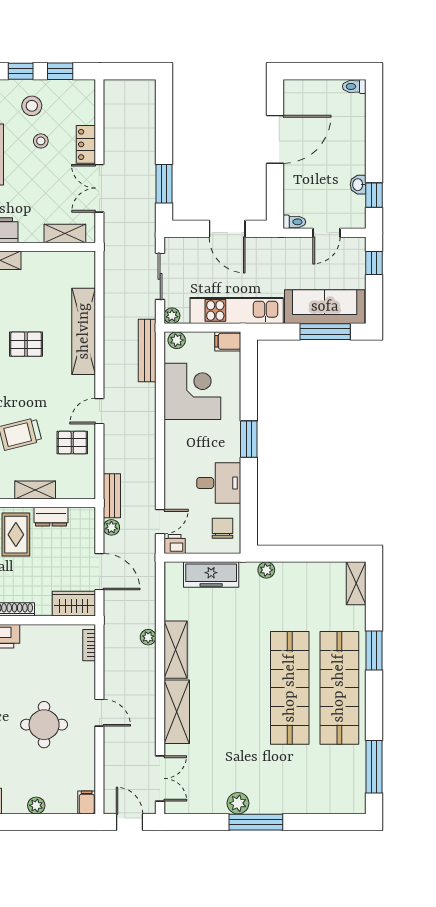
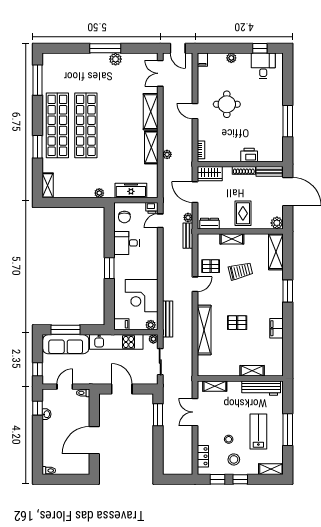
locker: (86, 144) -> (203, 456), moved
double door: (99, 188) -> (195, 412), swing flipped
dresser: (51, 517) -> (209, 224), moved

